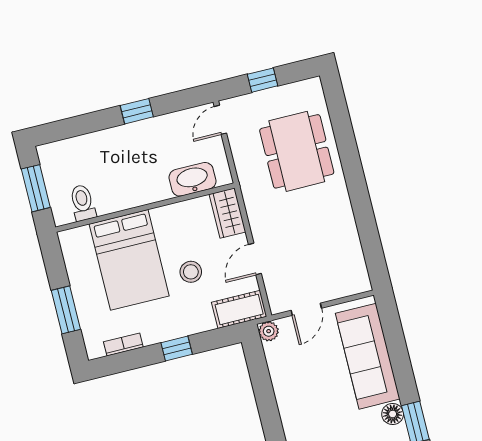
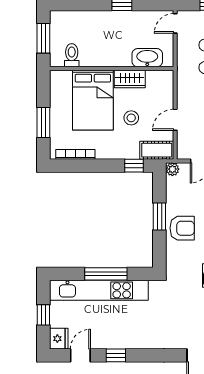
wardrobe: (227, 213) -> (130, 79), moved, turned -90
bookcase: (123, 344) -> (75, 154), width x1.56
window: (177, 349) -> (134, 166), moved
window: (267, 404) -> (159, 216), added
armchair: (304, 413) -> (182, 228), added

